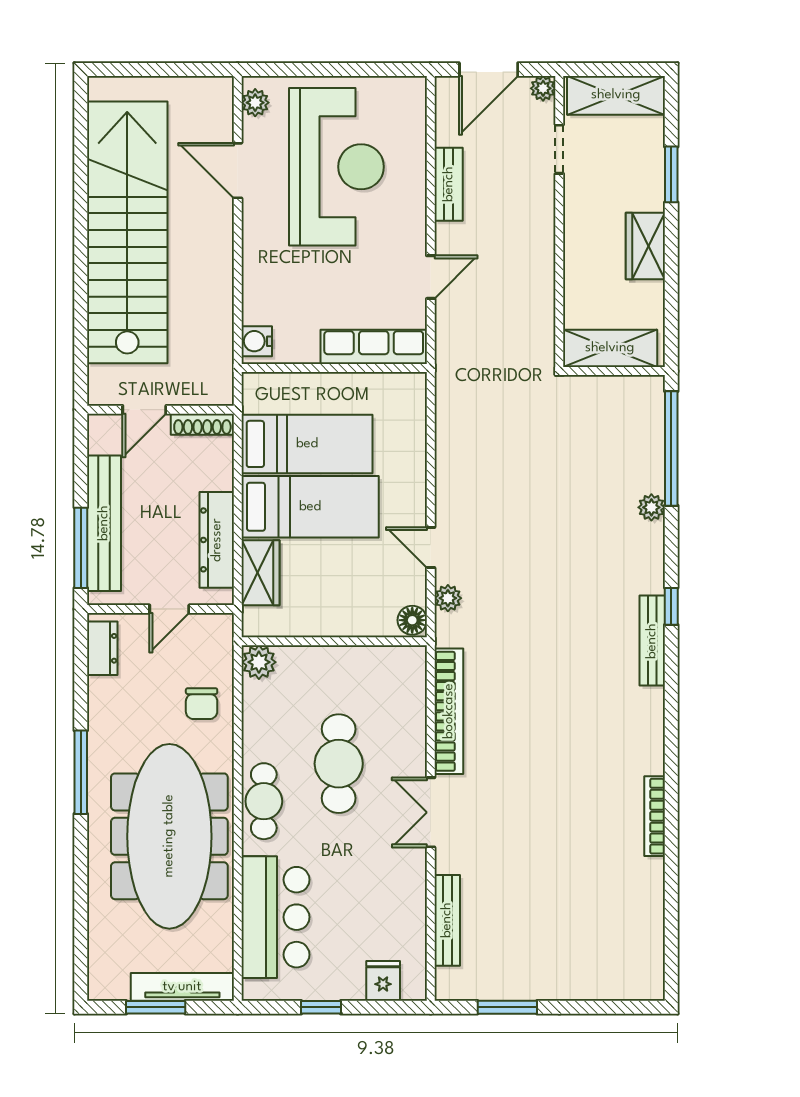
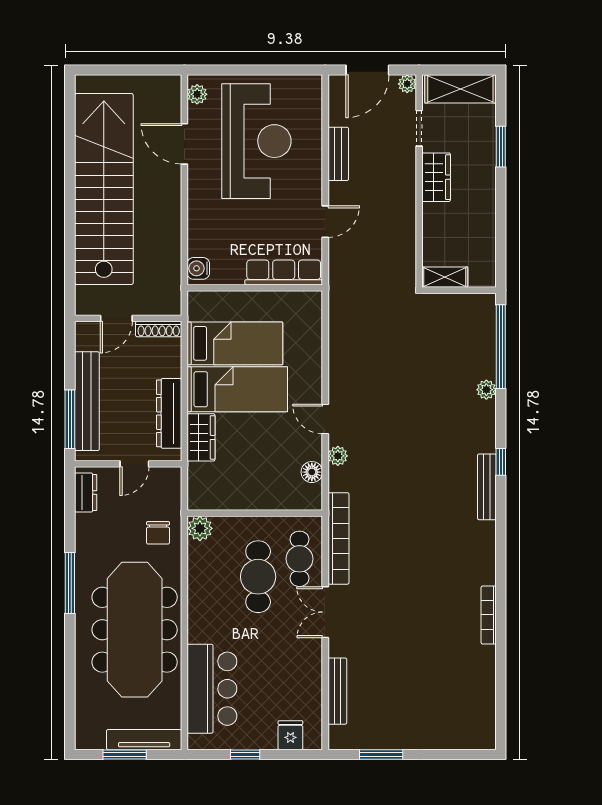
wardrobe: (645, 246) -> (436, 177), moved, turned 180
shelving: (610, 348) -> (445, 277), width x0.67, depth x0.75
wall: (334, 641) -> (255, 513), moved
plant: (259, 662) -> (200, 528), moved
cafe table: (264, 801) -> (299, 559), moved

